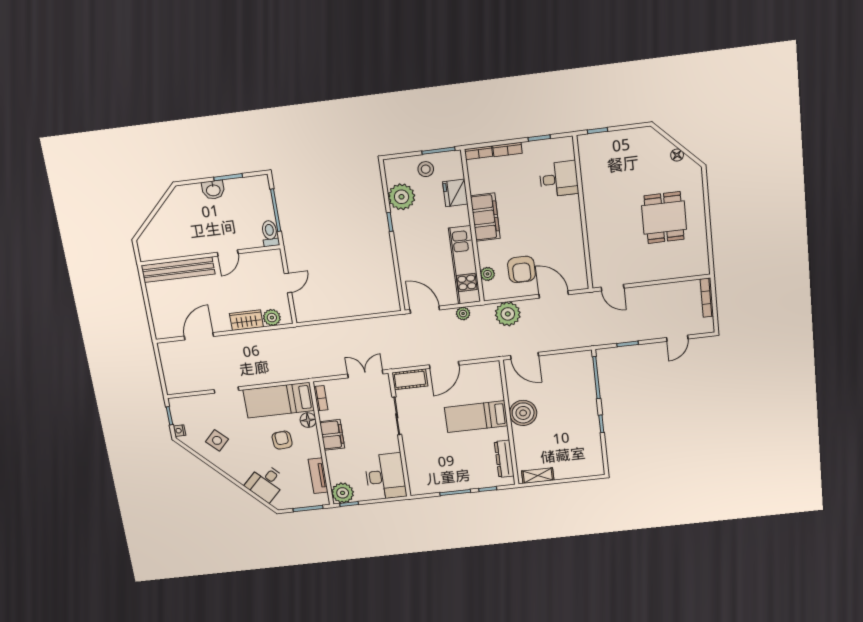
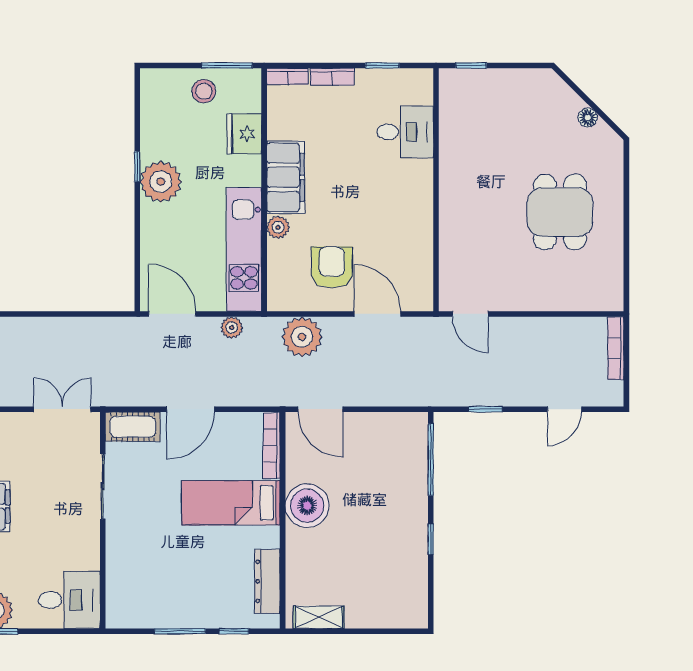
plant: (402, 197) -> (161, 182), moved
armchair: (521, 269) -> (332, 267), turned 180
plant: (487, 274) -> (278, 227), moved
bookcase: (497, 381) -> (272, 446), added
desk: (385, 476) -> (69, 600), width x0.73

